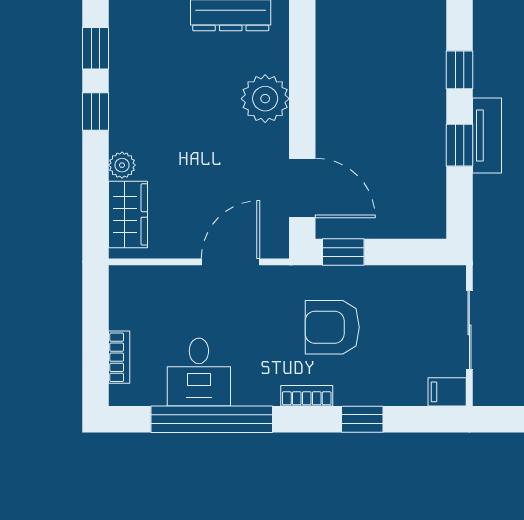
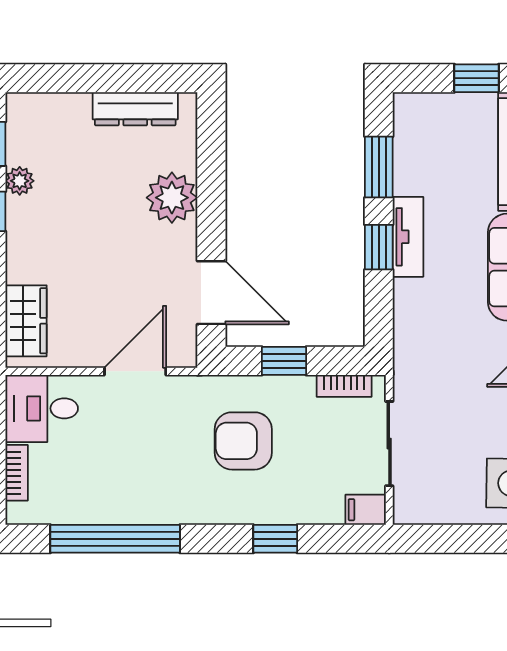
window: (460, 70) -> (379, 167), width x1.50
plant: (122, 165) -> (20, 181), moved
window: (343, 252) -> (284, 361), moved
desk: (199, 372) -> (42, 408), moved, turned 90
bookcase: (307, 396) -> (344, 386), moved, turned 180

